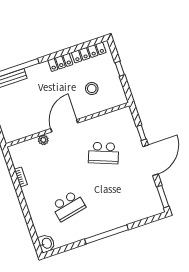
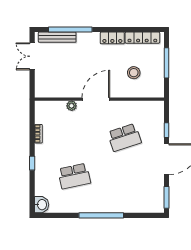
window: (120, 69) -> (167, 63), width x2.17
school desk: (104, 153) -> (124, 137), turned -39
window: (24, 207) -> (32, 163), added

